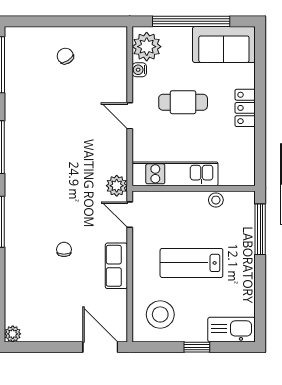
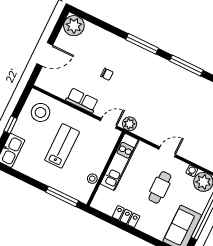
locker: (245, 108) -> (126, 217), moved
plant: (13, 334) -> (74, 26), width x1.87, depth x1.87
door: (100, 347) -> (45, 54), moved

